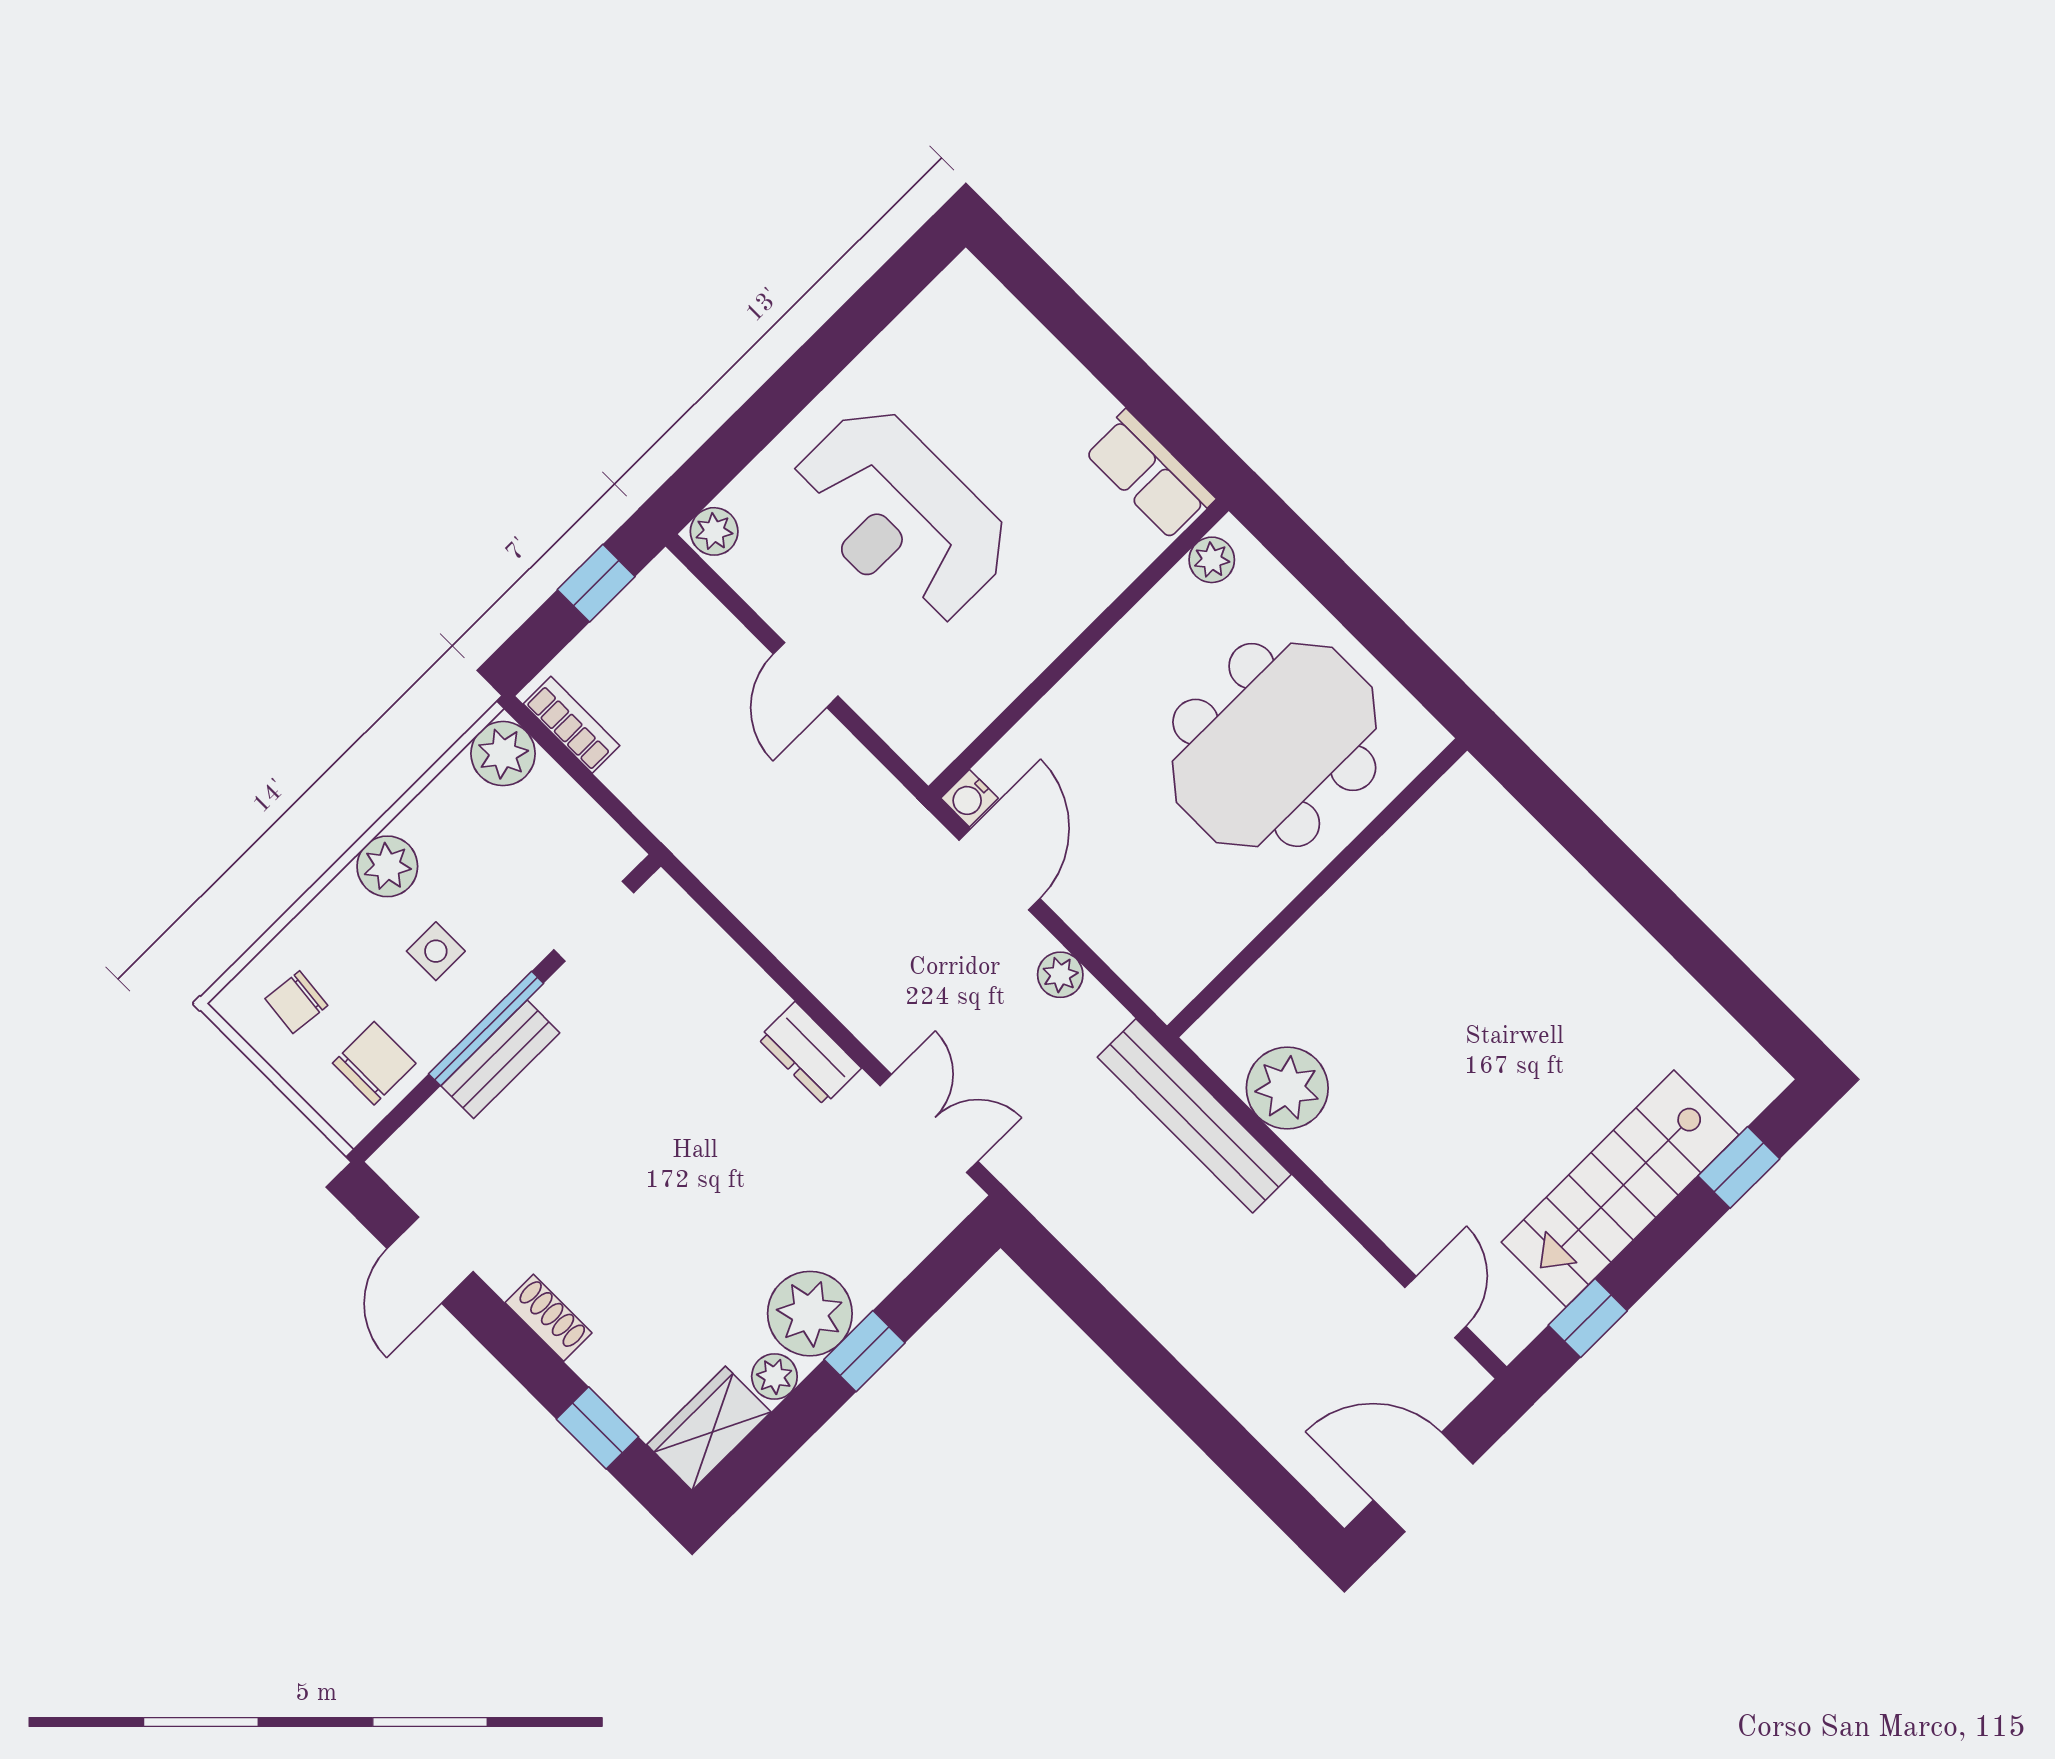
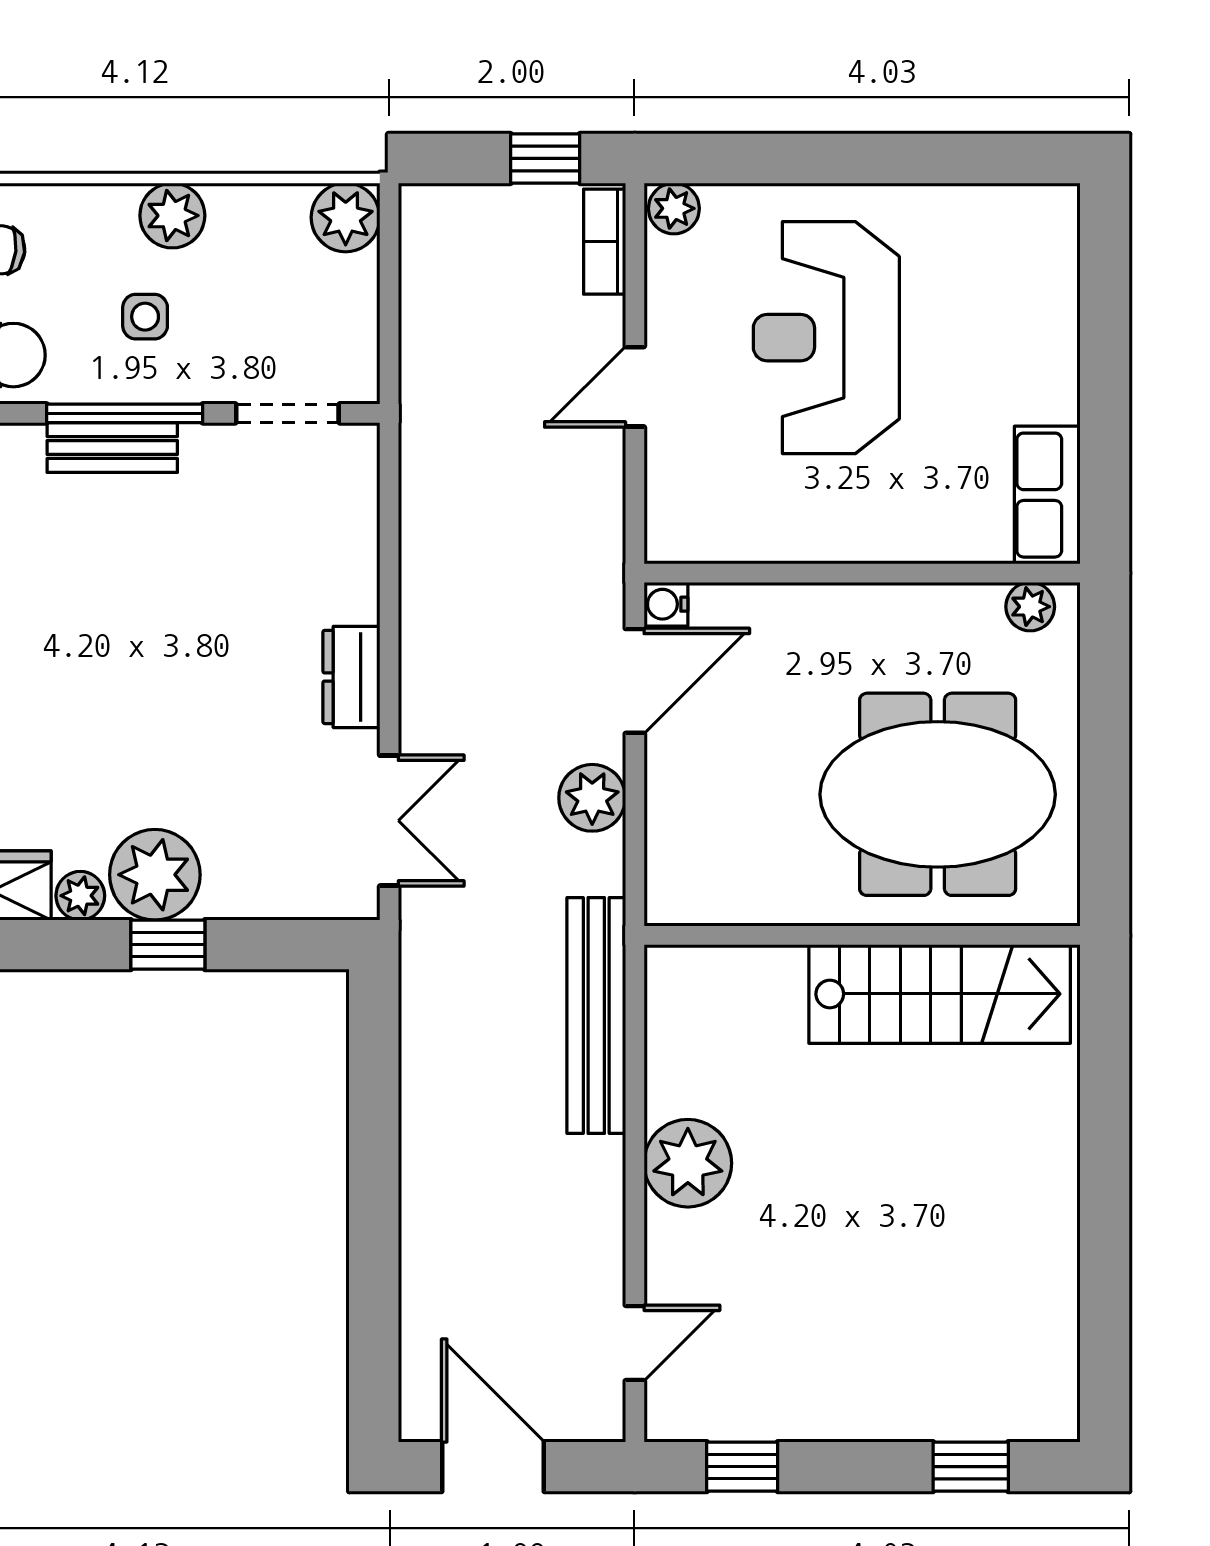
bookcase: (571, 725) -> (605, 242), moved, turned 180
plant: (1060, 975) -> (592, 798), width x1.38, depth x1.38
plant: (1287, 1088) -> (688, 1163), moved
stairs: (1620, 1189) -> (940, 994), moved, turned 180

